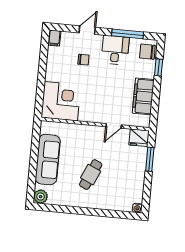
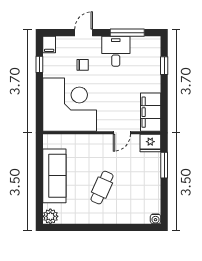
chair: (147, 52) -> (151, 50), removed
window: (44, 56) -> (39, 64), added
filing cabinet: (143, 96) -> (151, 112), moved
corner desk: (61, 101) -> (70, 105), width x1.36, depth x1.36

